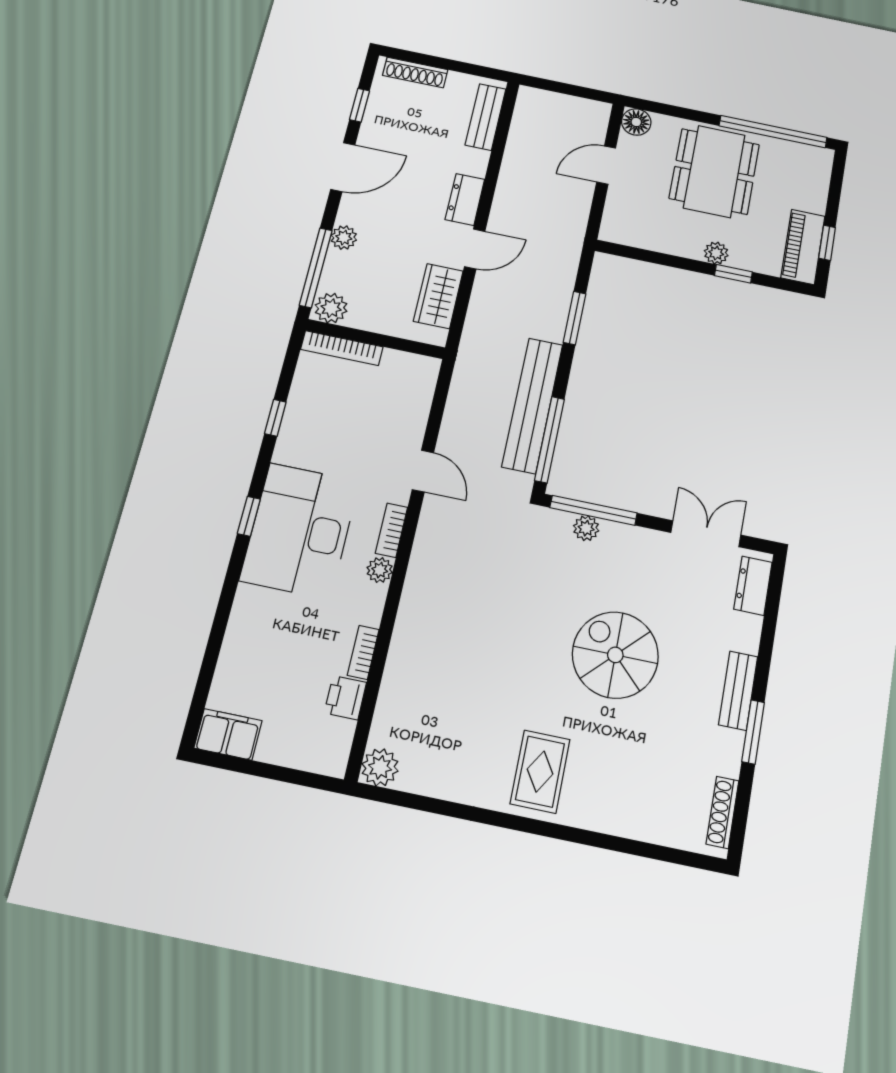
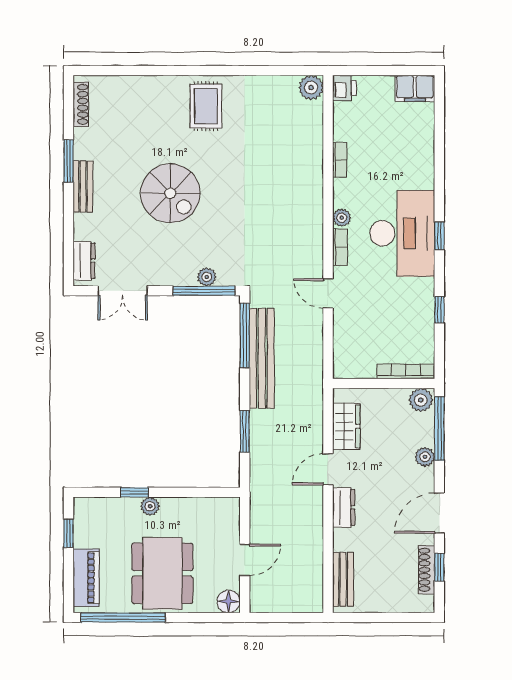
shoe rack: (415, 72) -> (427, 570), moved, turned -90
piano: (803, 247) -> (86, 578), moved
printer: (345, 698) -> (344, 88), moved

